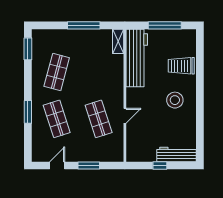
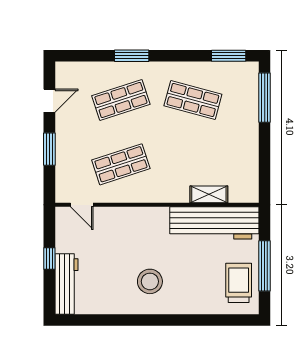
window: (84, 25) -> (265, 98), moved
shelving: (118, 41) -> (209, 194), moved
trolley: (181, 66) -> (239, 283), moved
door: (125, 116) -> (82, 205), moved
door: (57, 166) -> (49, 101), hinge flipped

